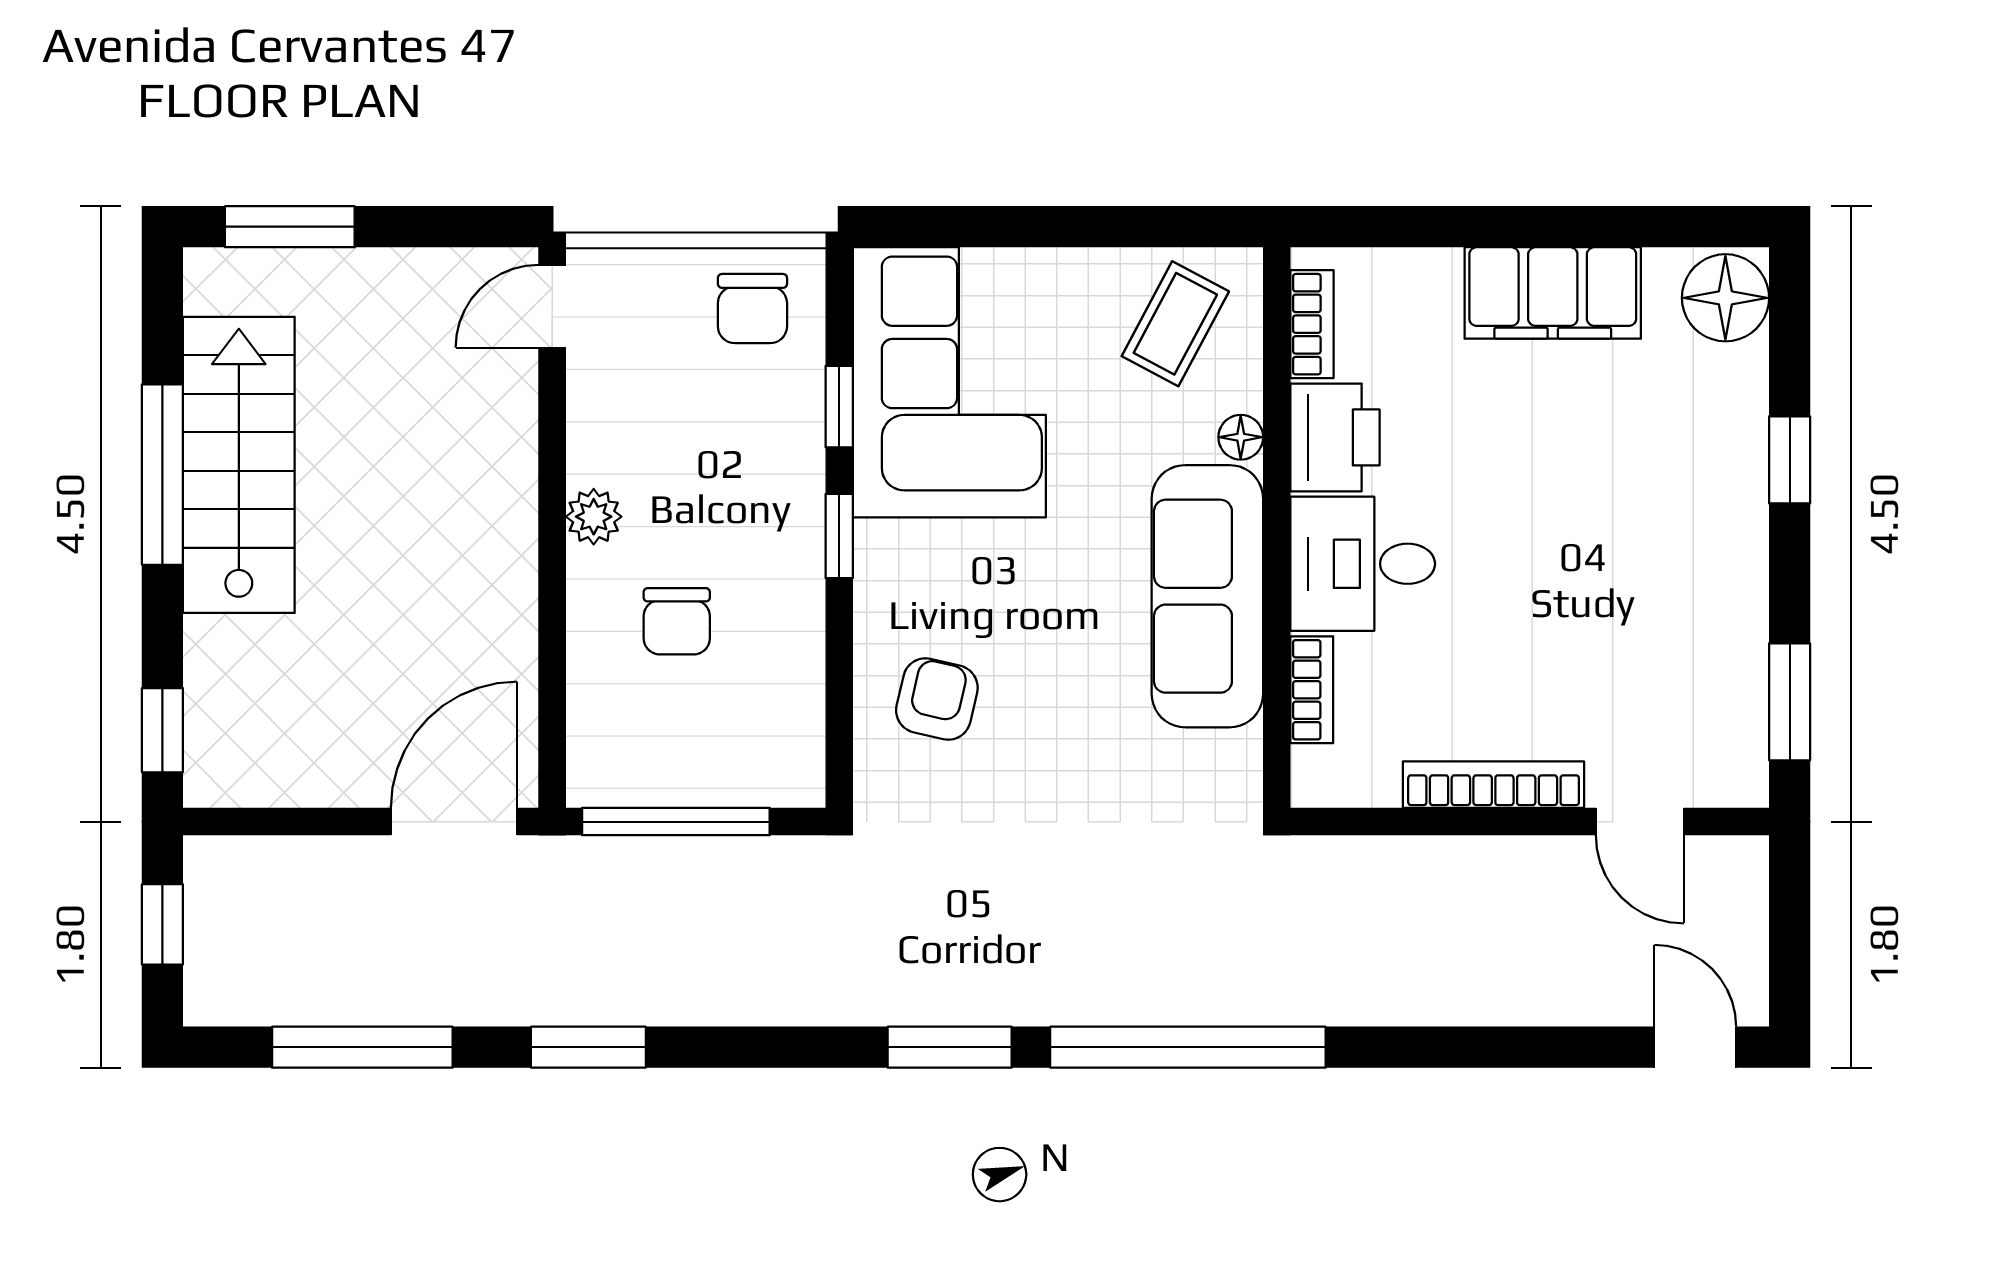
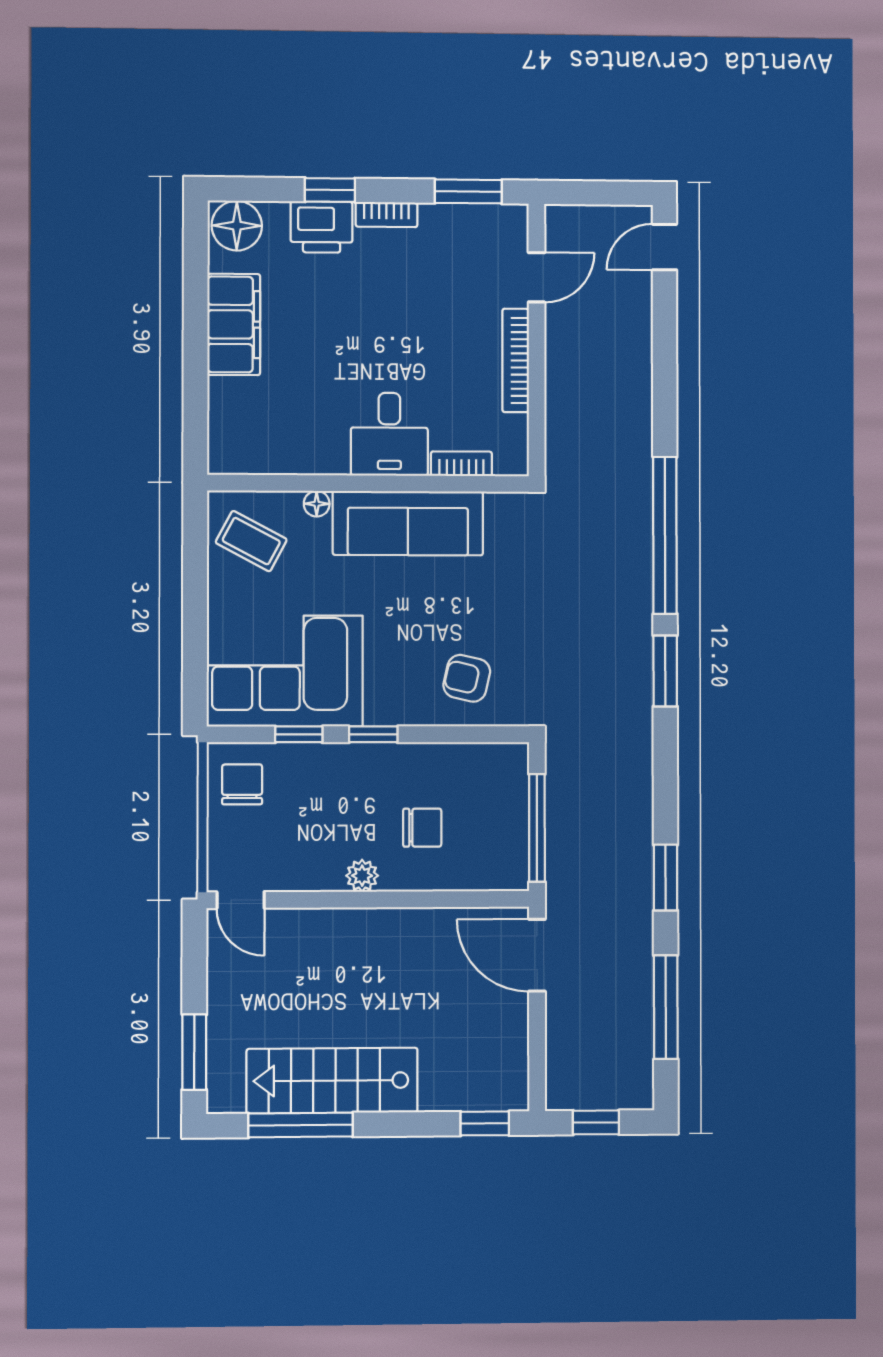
chair: (752, 309) -> (242, 784), turned -90
bookcase: (1312, 324) -> (386, 215), moved, turned 180
printer: (1335, 437) -> (322, 227), moved, turned 180
window: (162, 475) -> (301, 1125), moved

